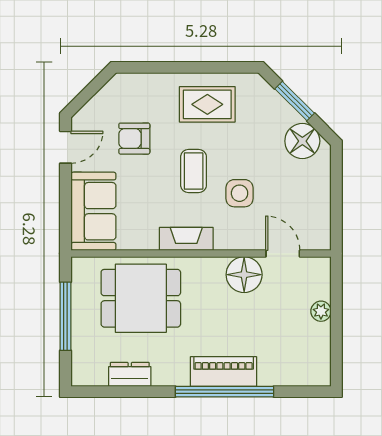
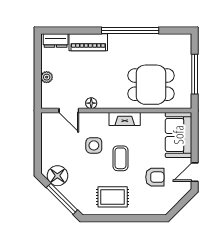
window: (295, 101) -> (62, 199), width x1.44
floor lamp: (244, 275) -> (91, 103), width x0.53, depth x0.53
piano: (224, 371) -> (88, 42), moved
dresser: (130, 374) -> (56, 41), moved
window: (224, 392) -> (130, 31), moved

